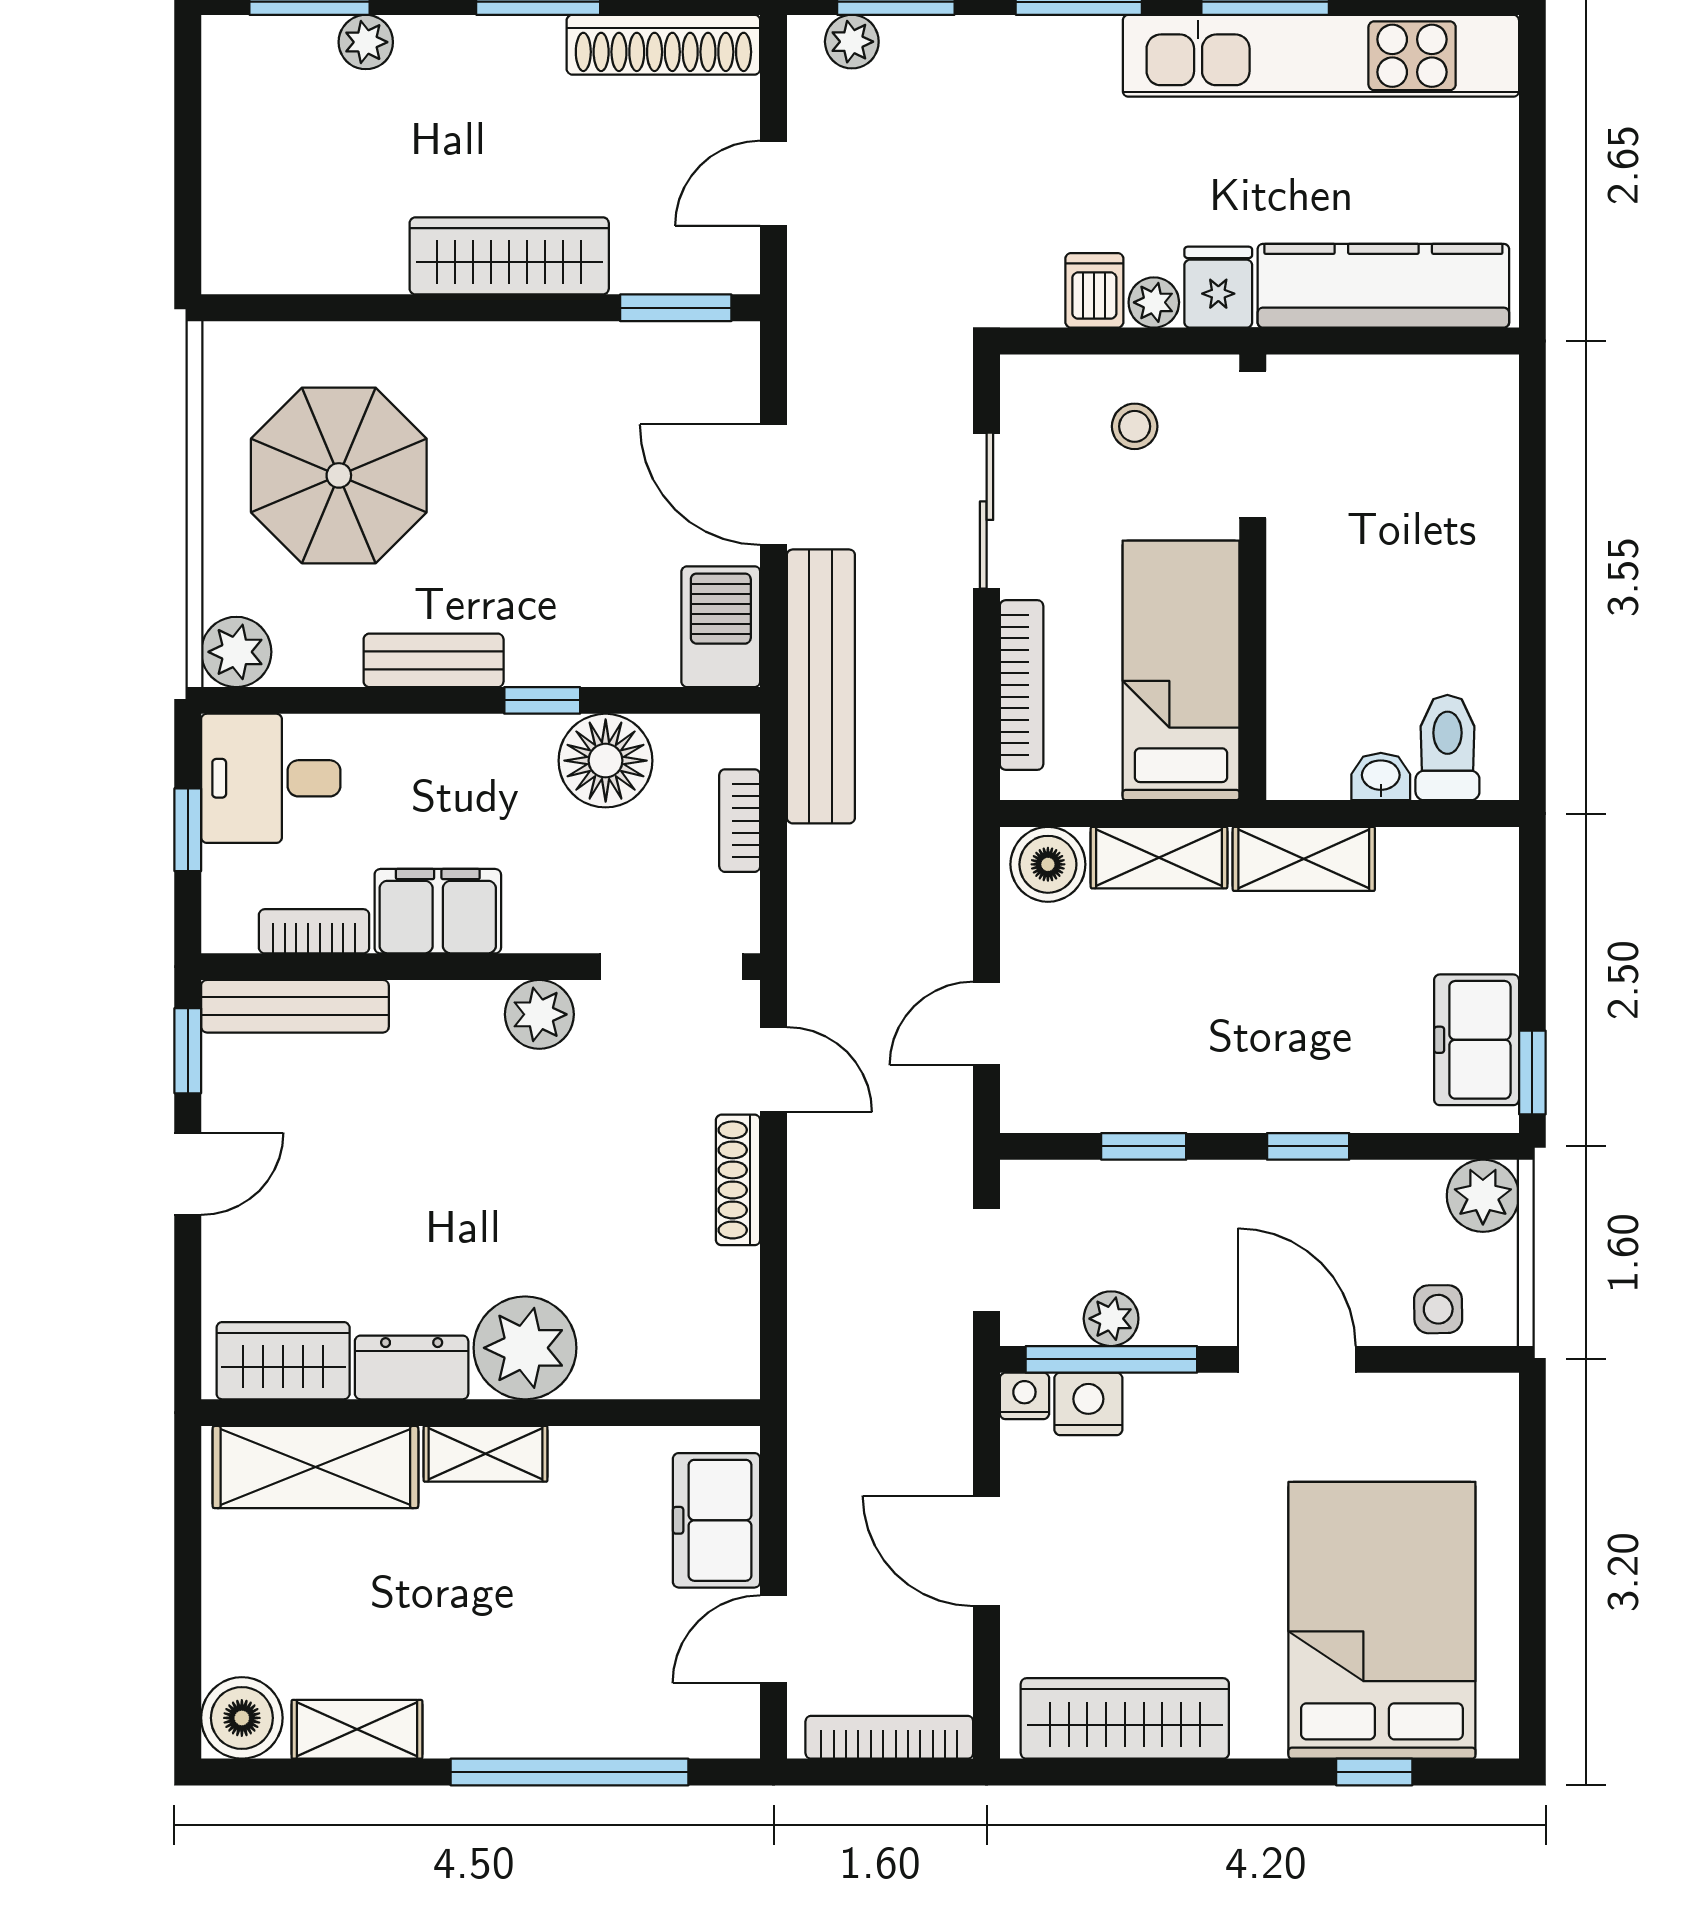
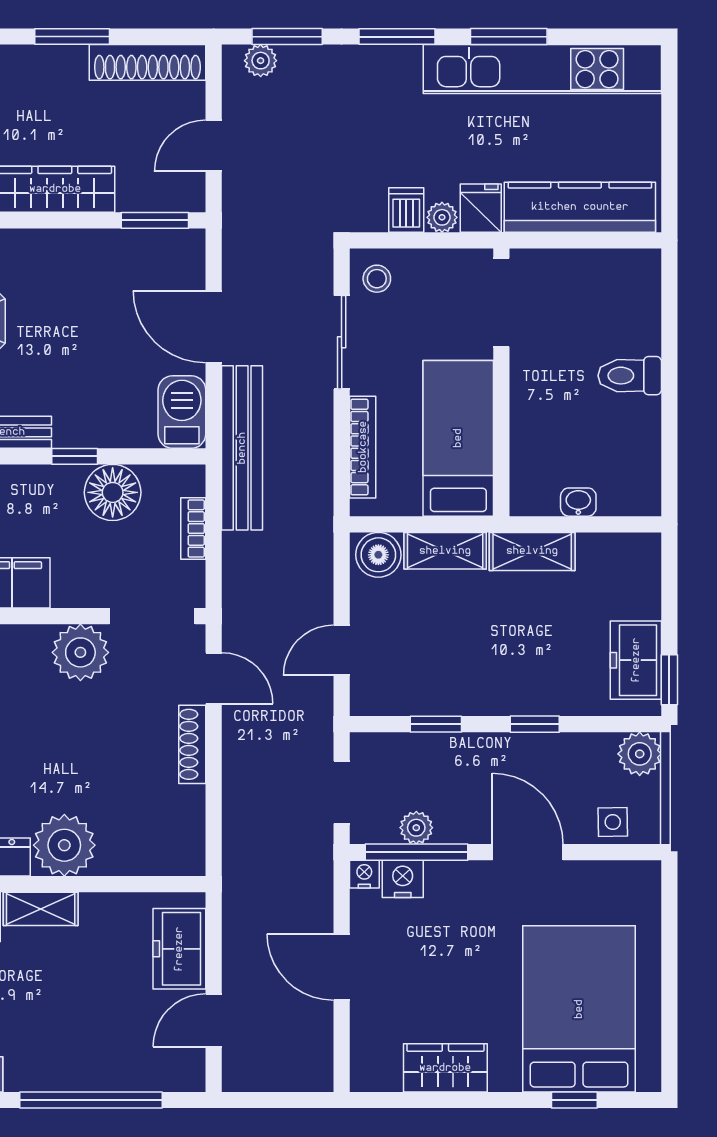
stool: (1135, 426) -> (377, 279), moved
toilet: (1447, 748) -> (630, 376), moved, turned -90
plant: (539, 1014) -> (80, 652), width x1.36, depth x1.36
wardrobe: (1125, 1718) -> (445, 1068), width x0.67
bookcase: (889, 1737) -> (283, 1079), removed

